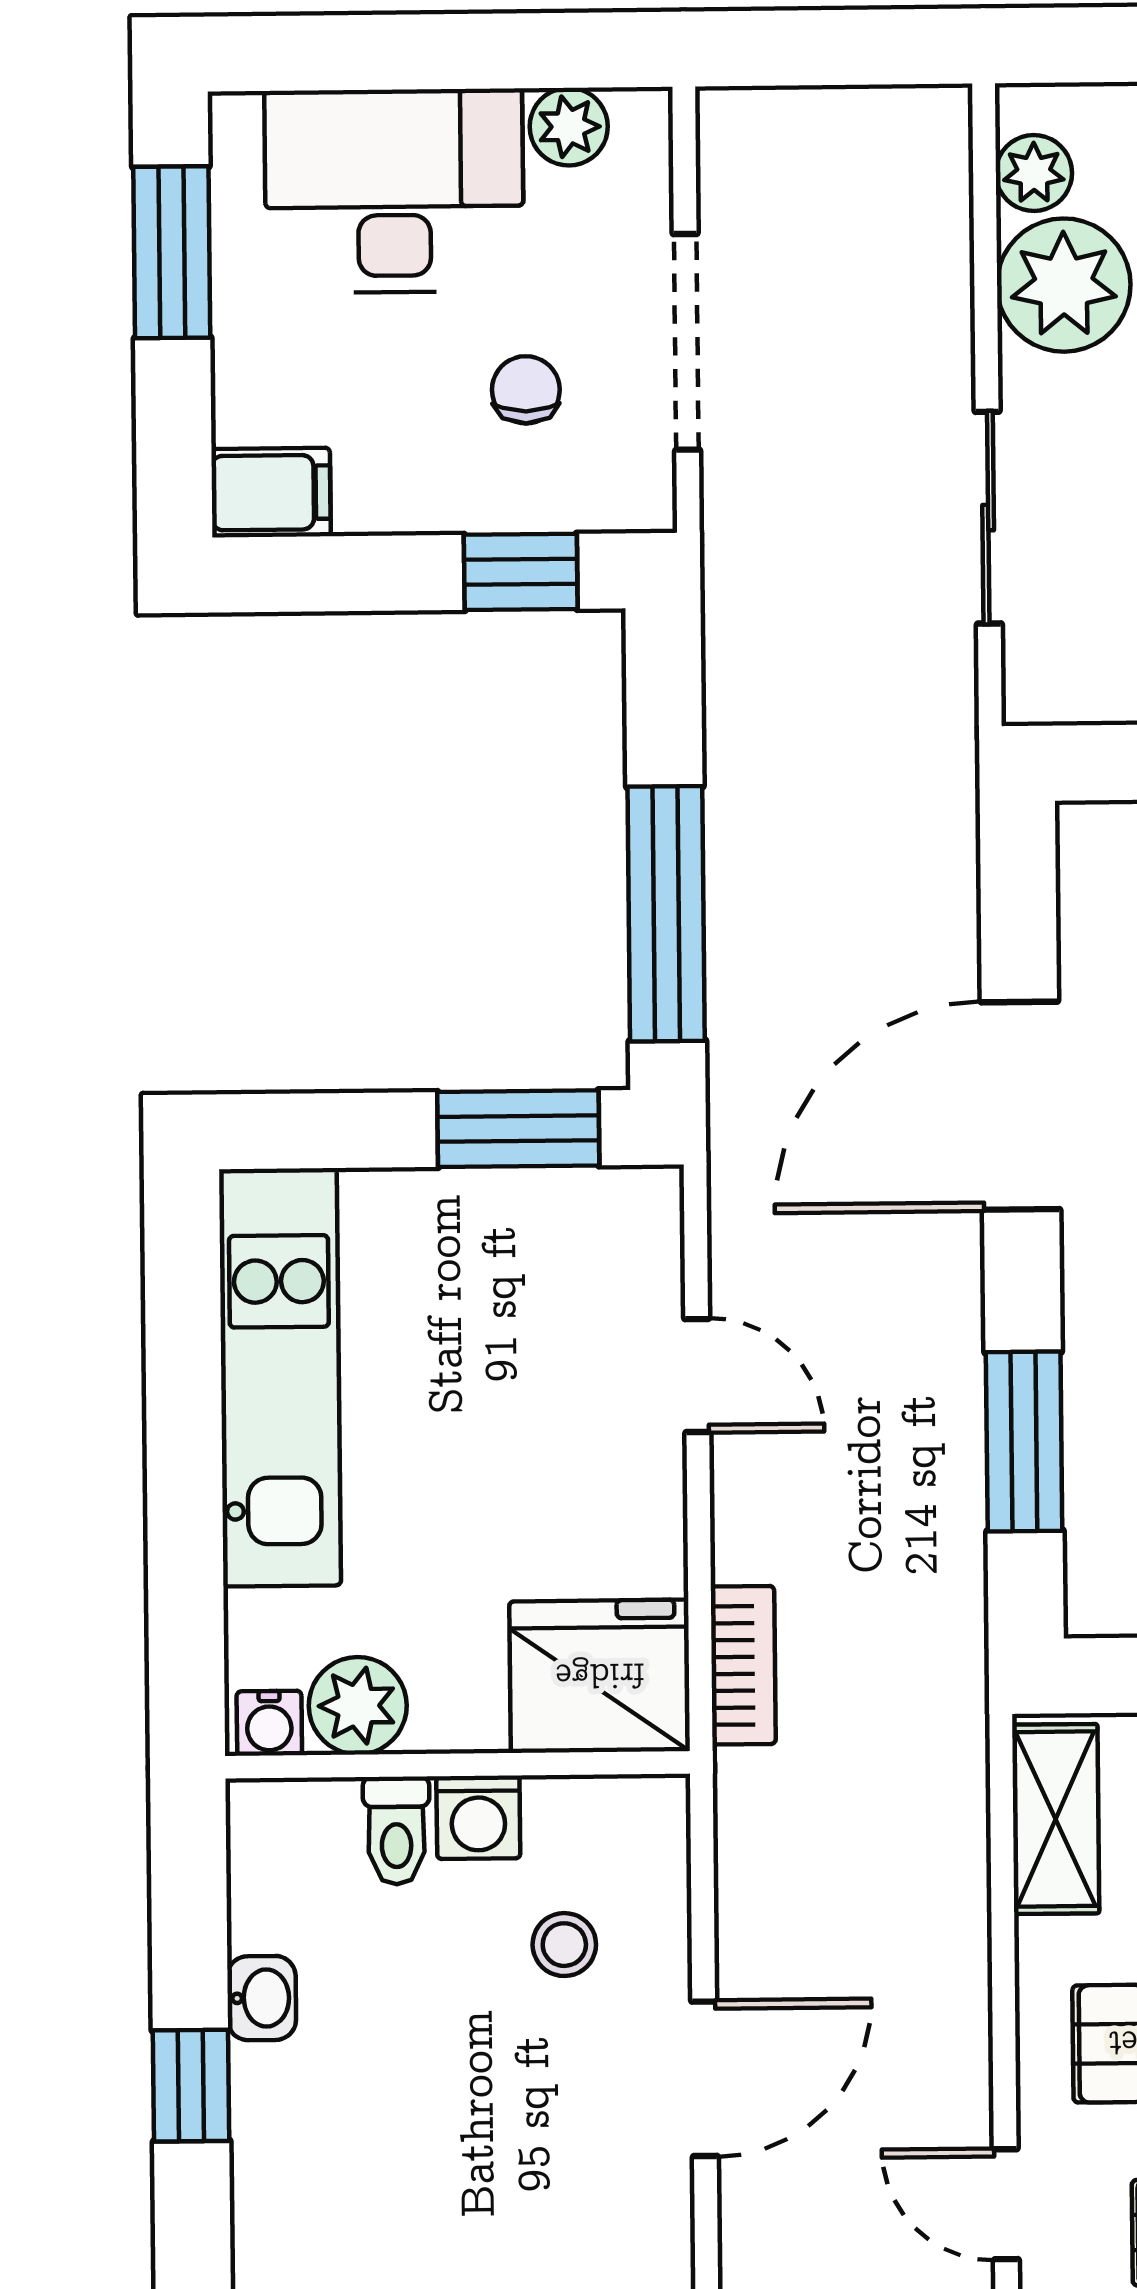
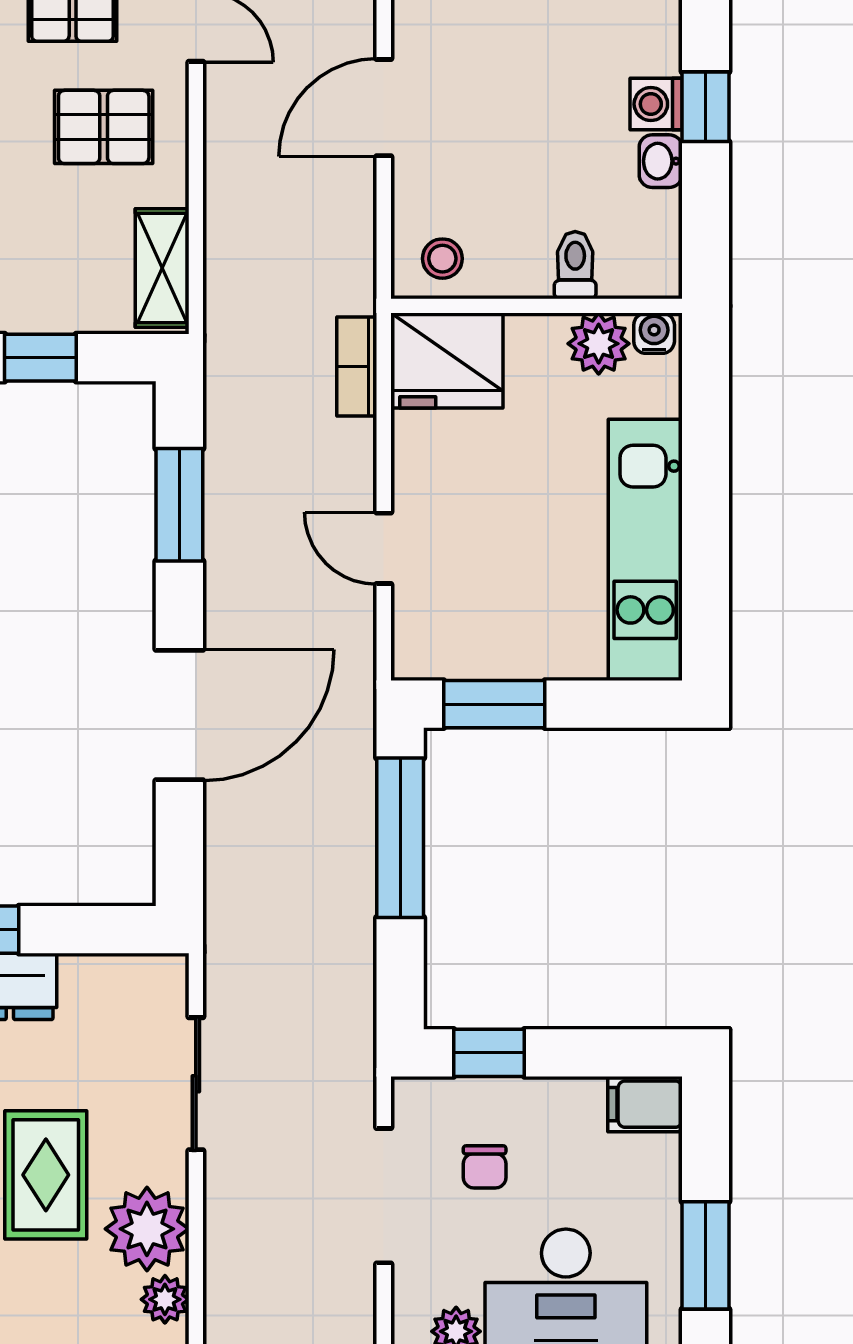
washing machine: (478, 1817) -> (656, 104), moved, turned -90
stool: (564, 1945) -> (442, 259), moved

